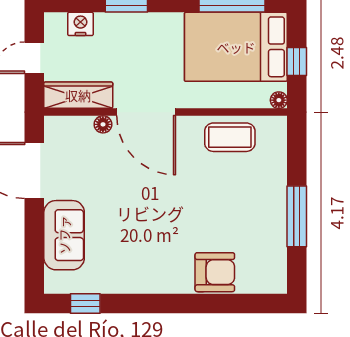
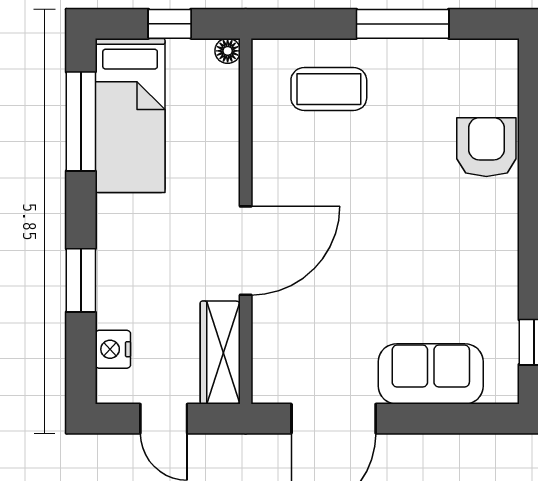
bed: (236, 47) -> (130, 115), width x0.67
floor lamp: (103, 124) -> (264, 315), removed
coffee table: (230, 137) -> (329, 89), moved, turned 90

